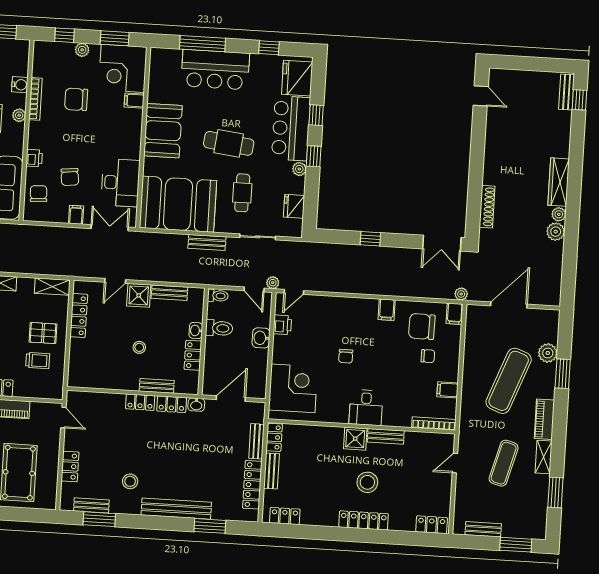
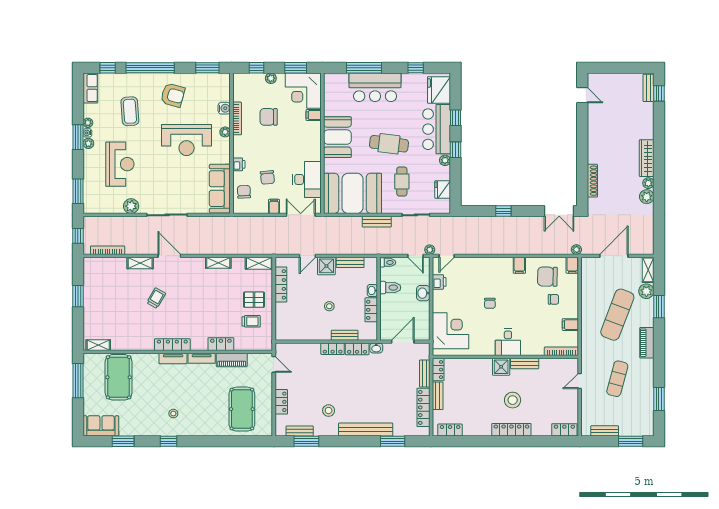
shelving: (544, 457) -> (648, 270), moved

